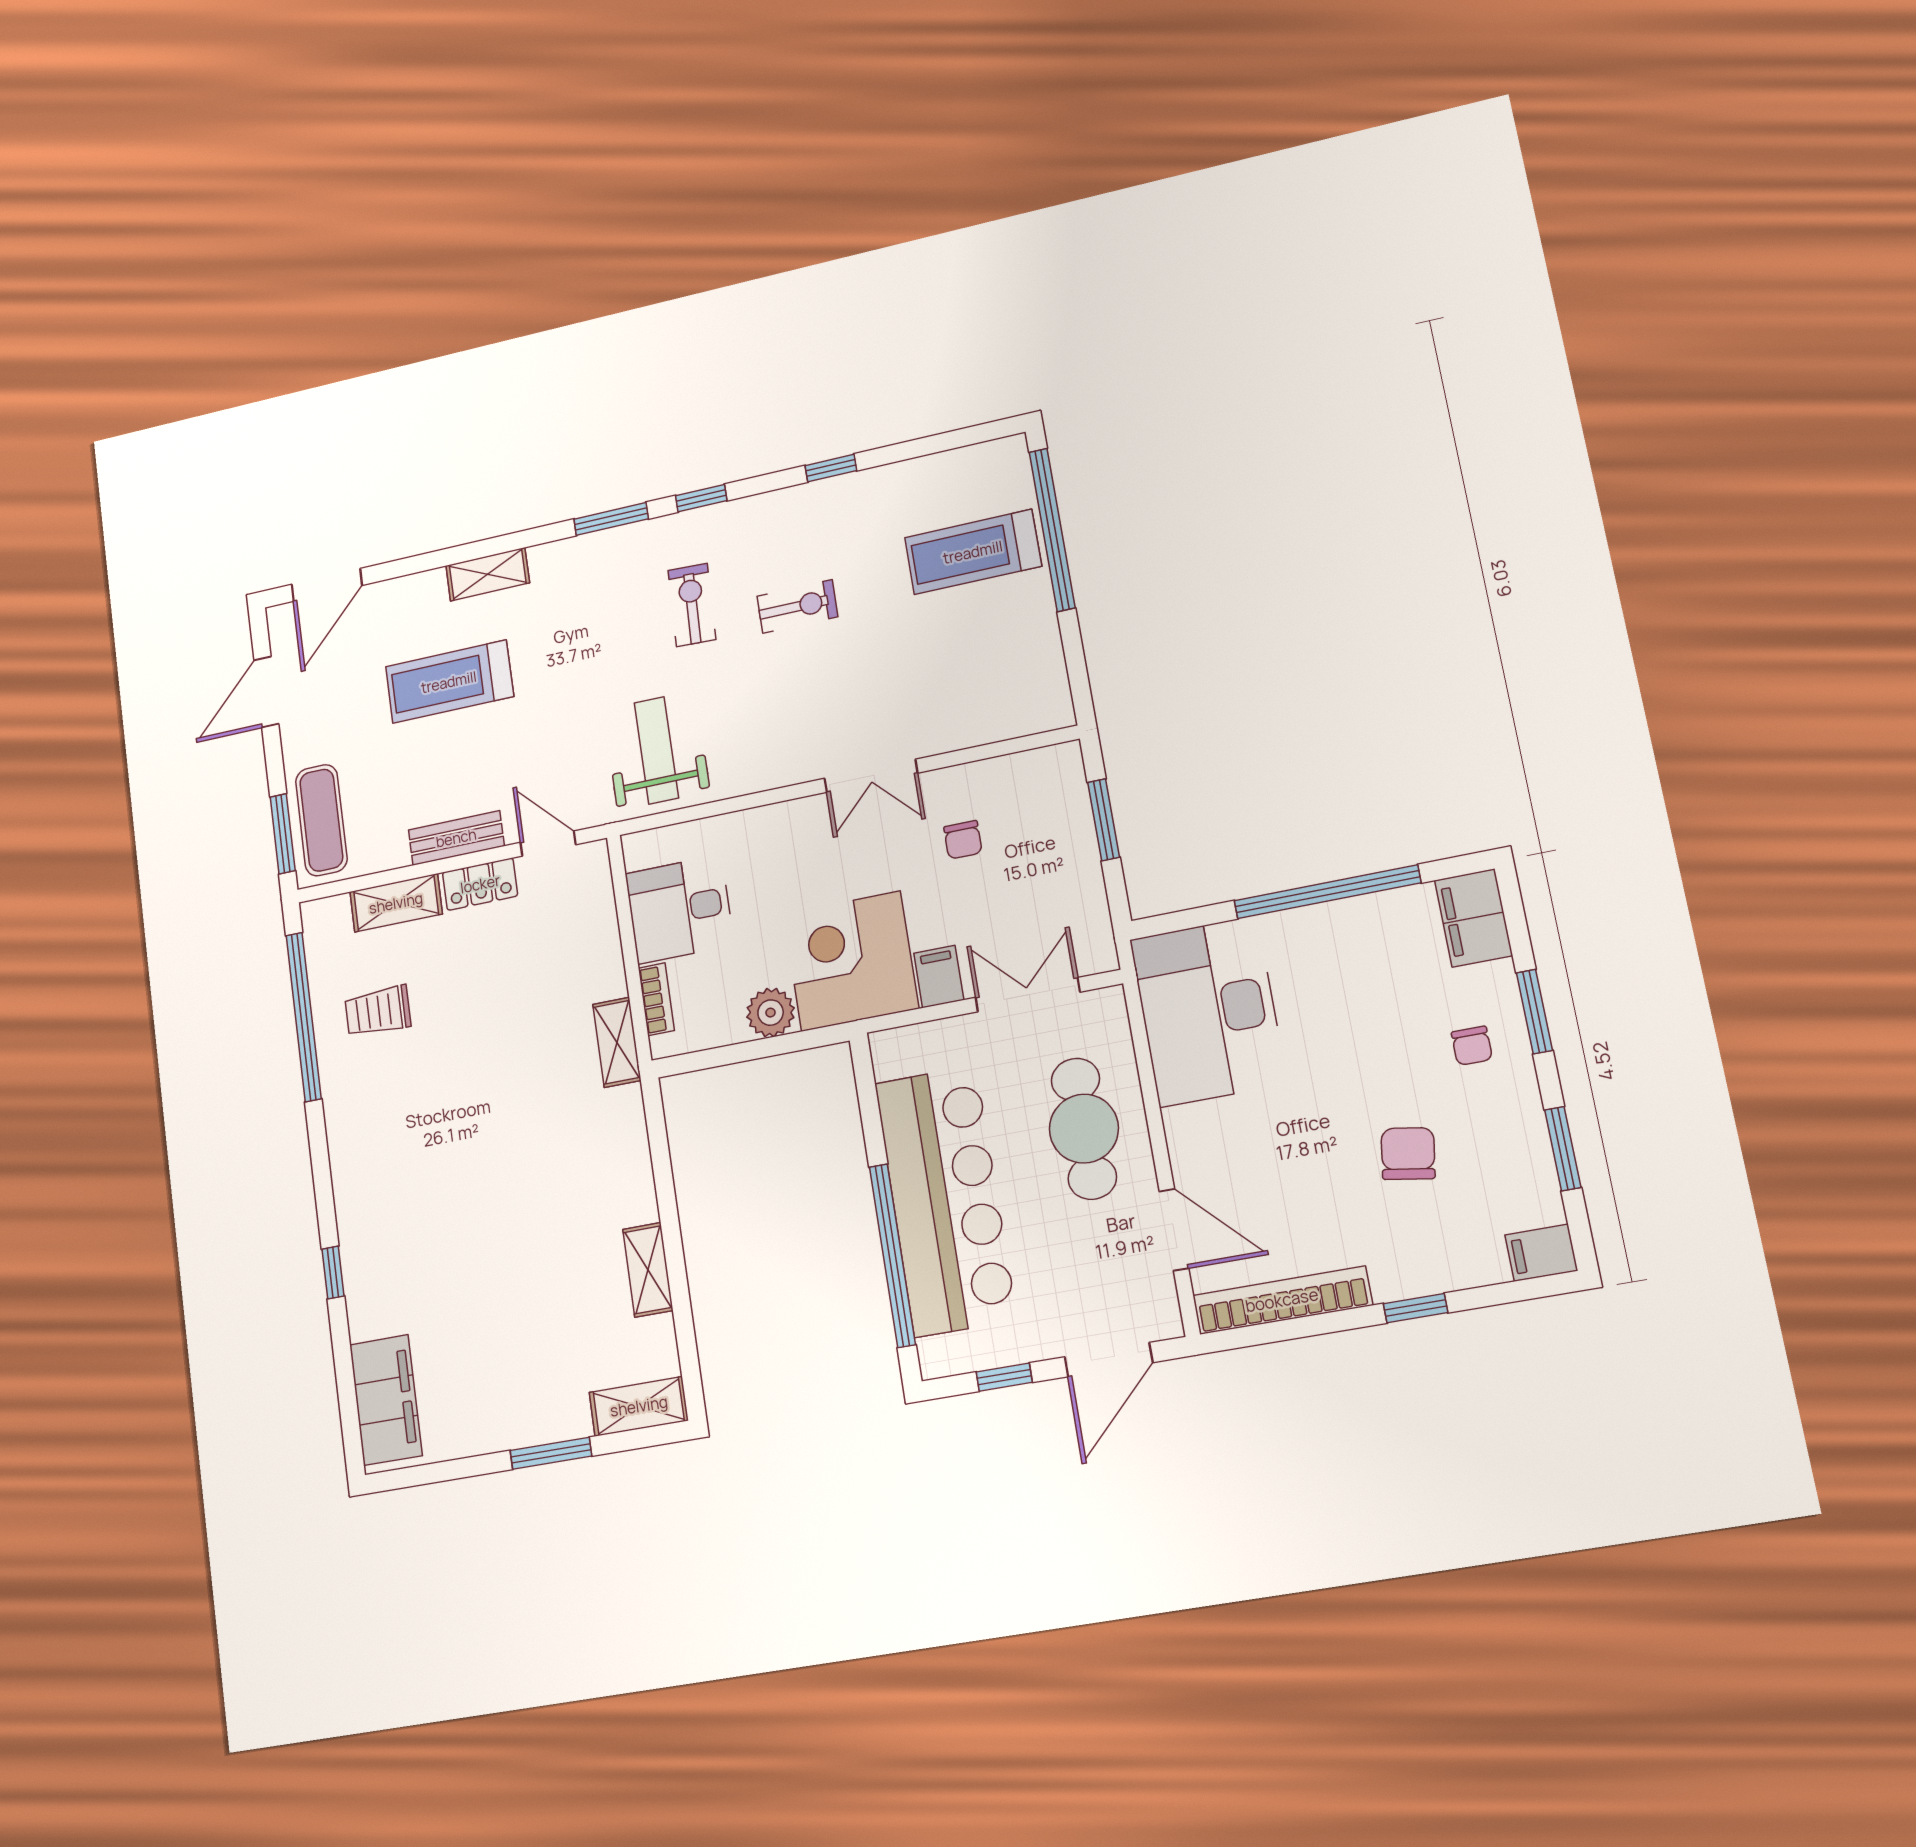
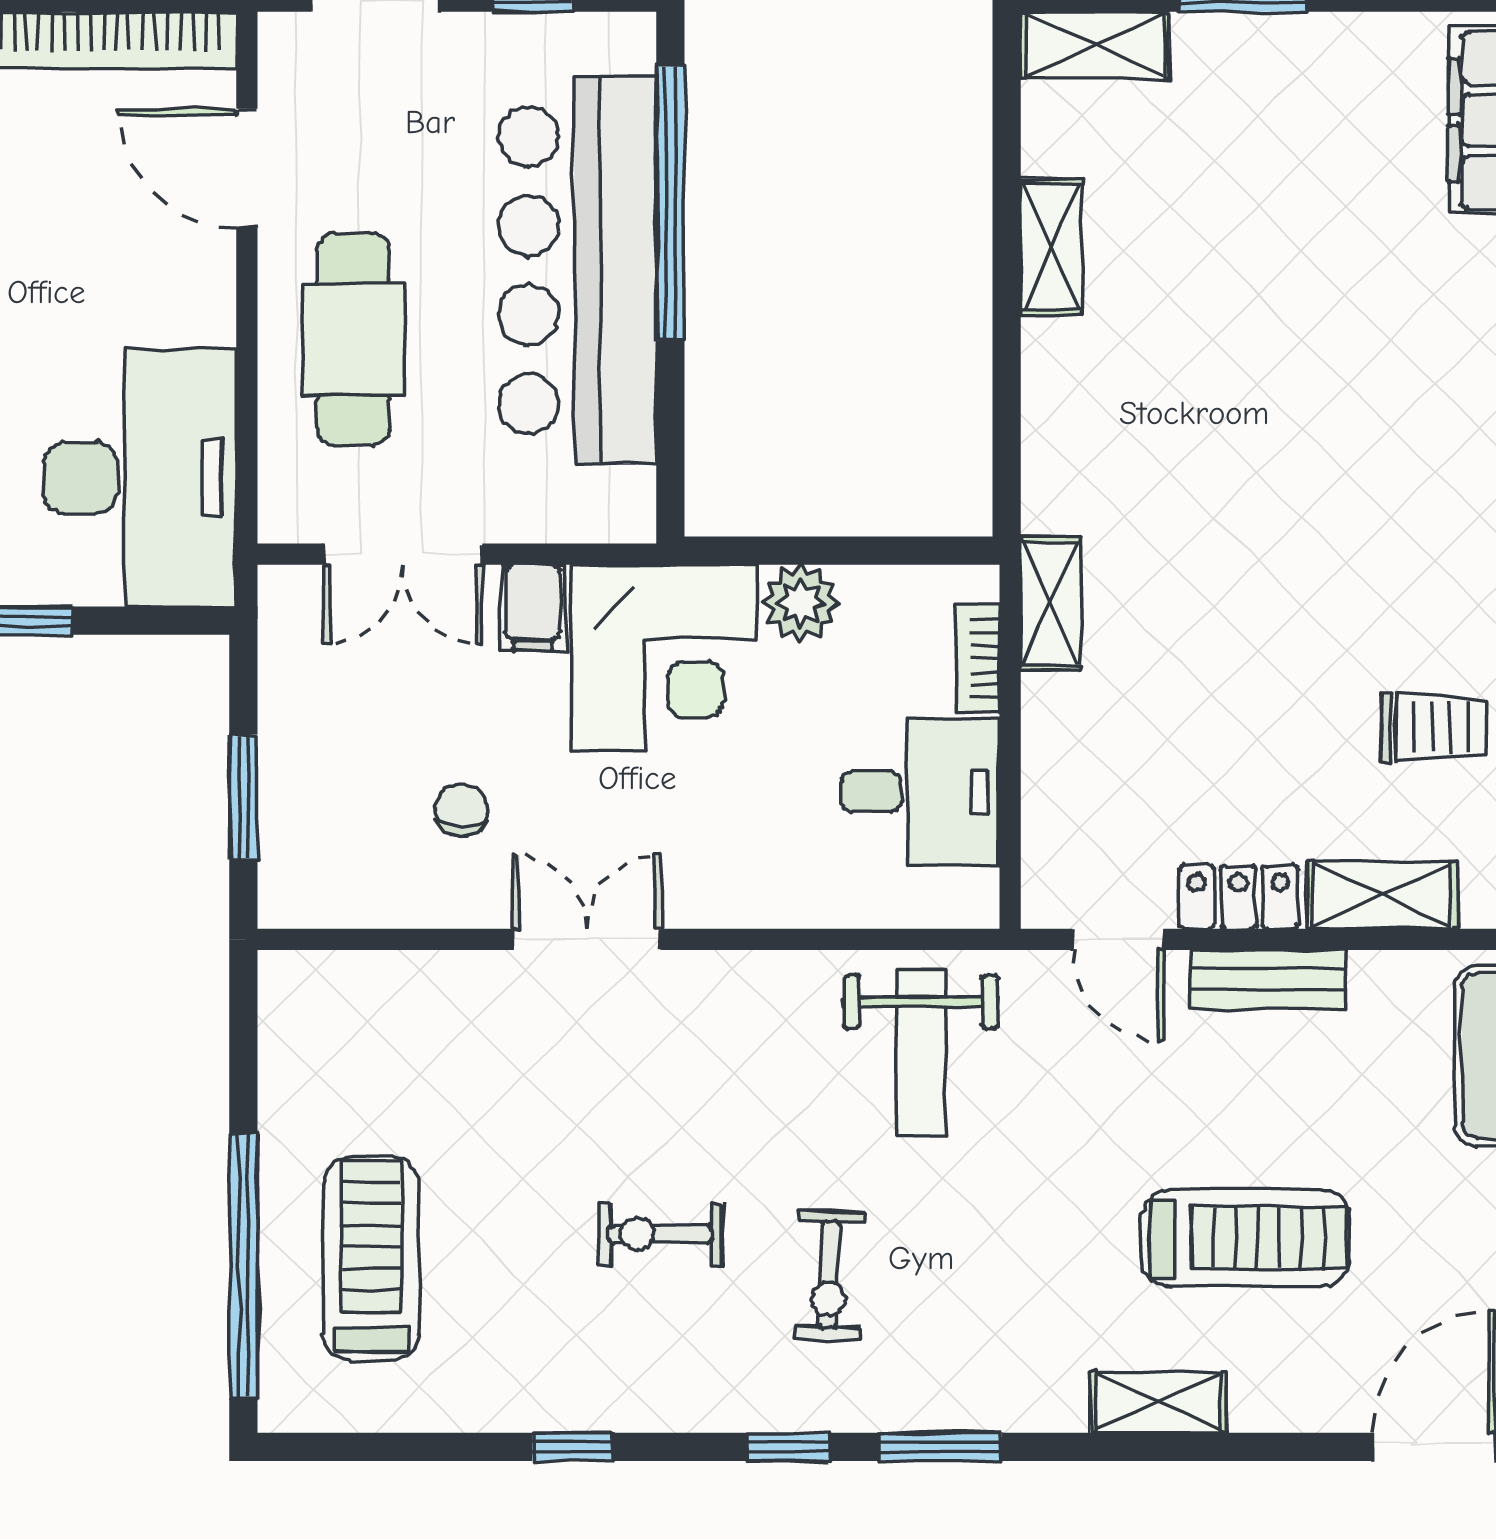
treadmill: (973, 552) -> (371, 1259), turned -90

